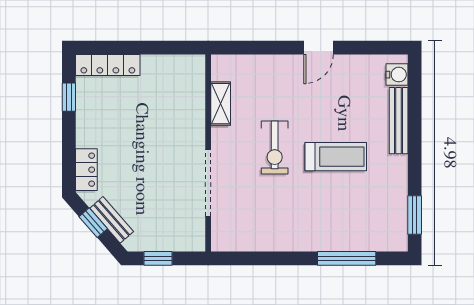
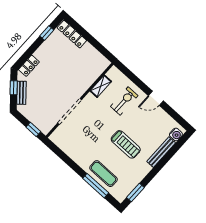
exercise bike: (275, 148) -> (124, 101), moved, turned 180
exercise mat: (342, 230) -> (104, 174), added
window: (158, 258) -> (33, 129), moved

